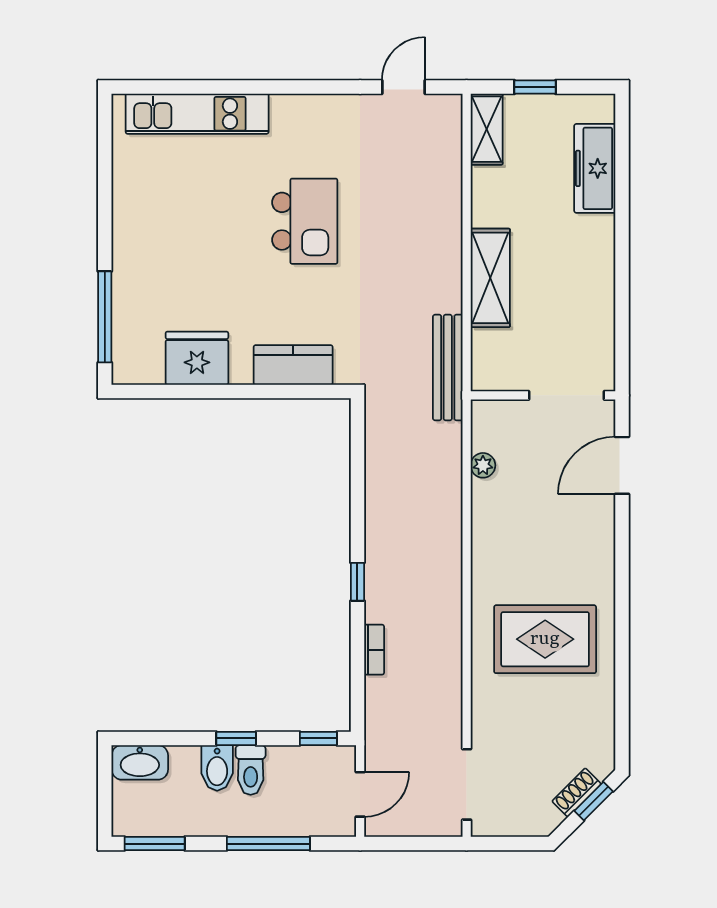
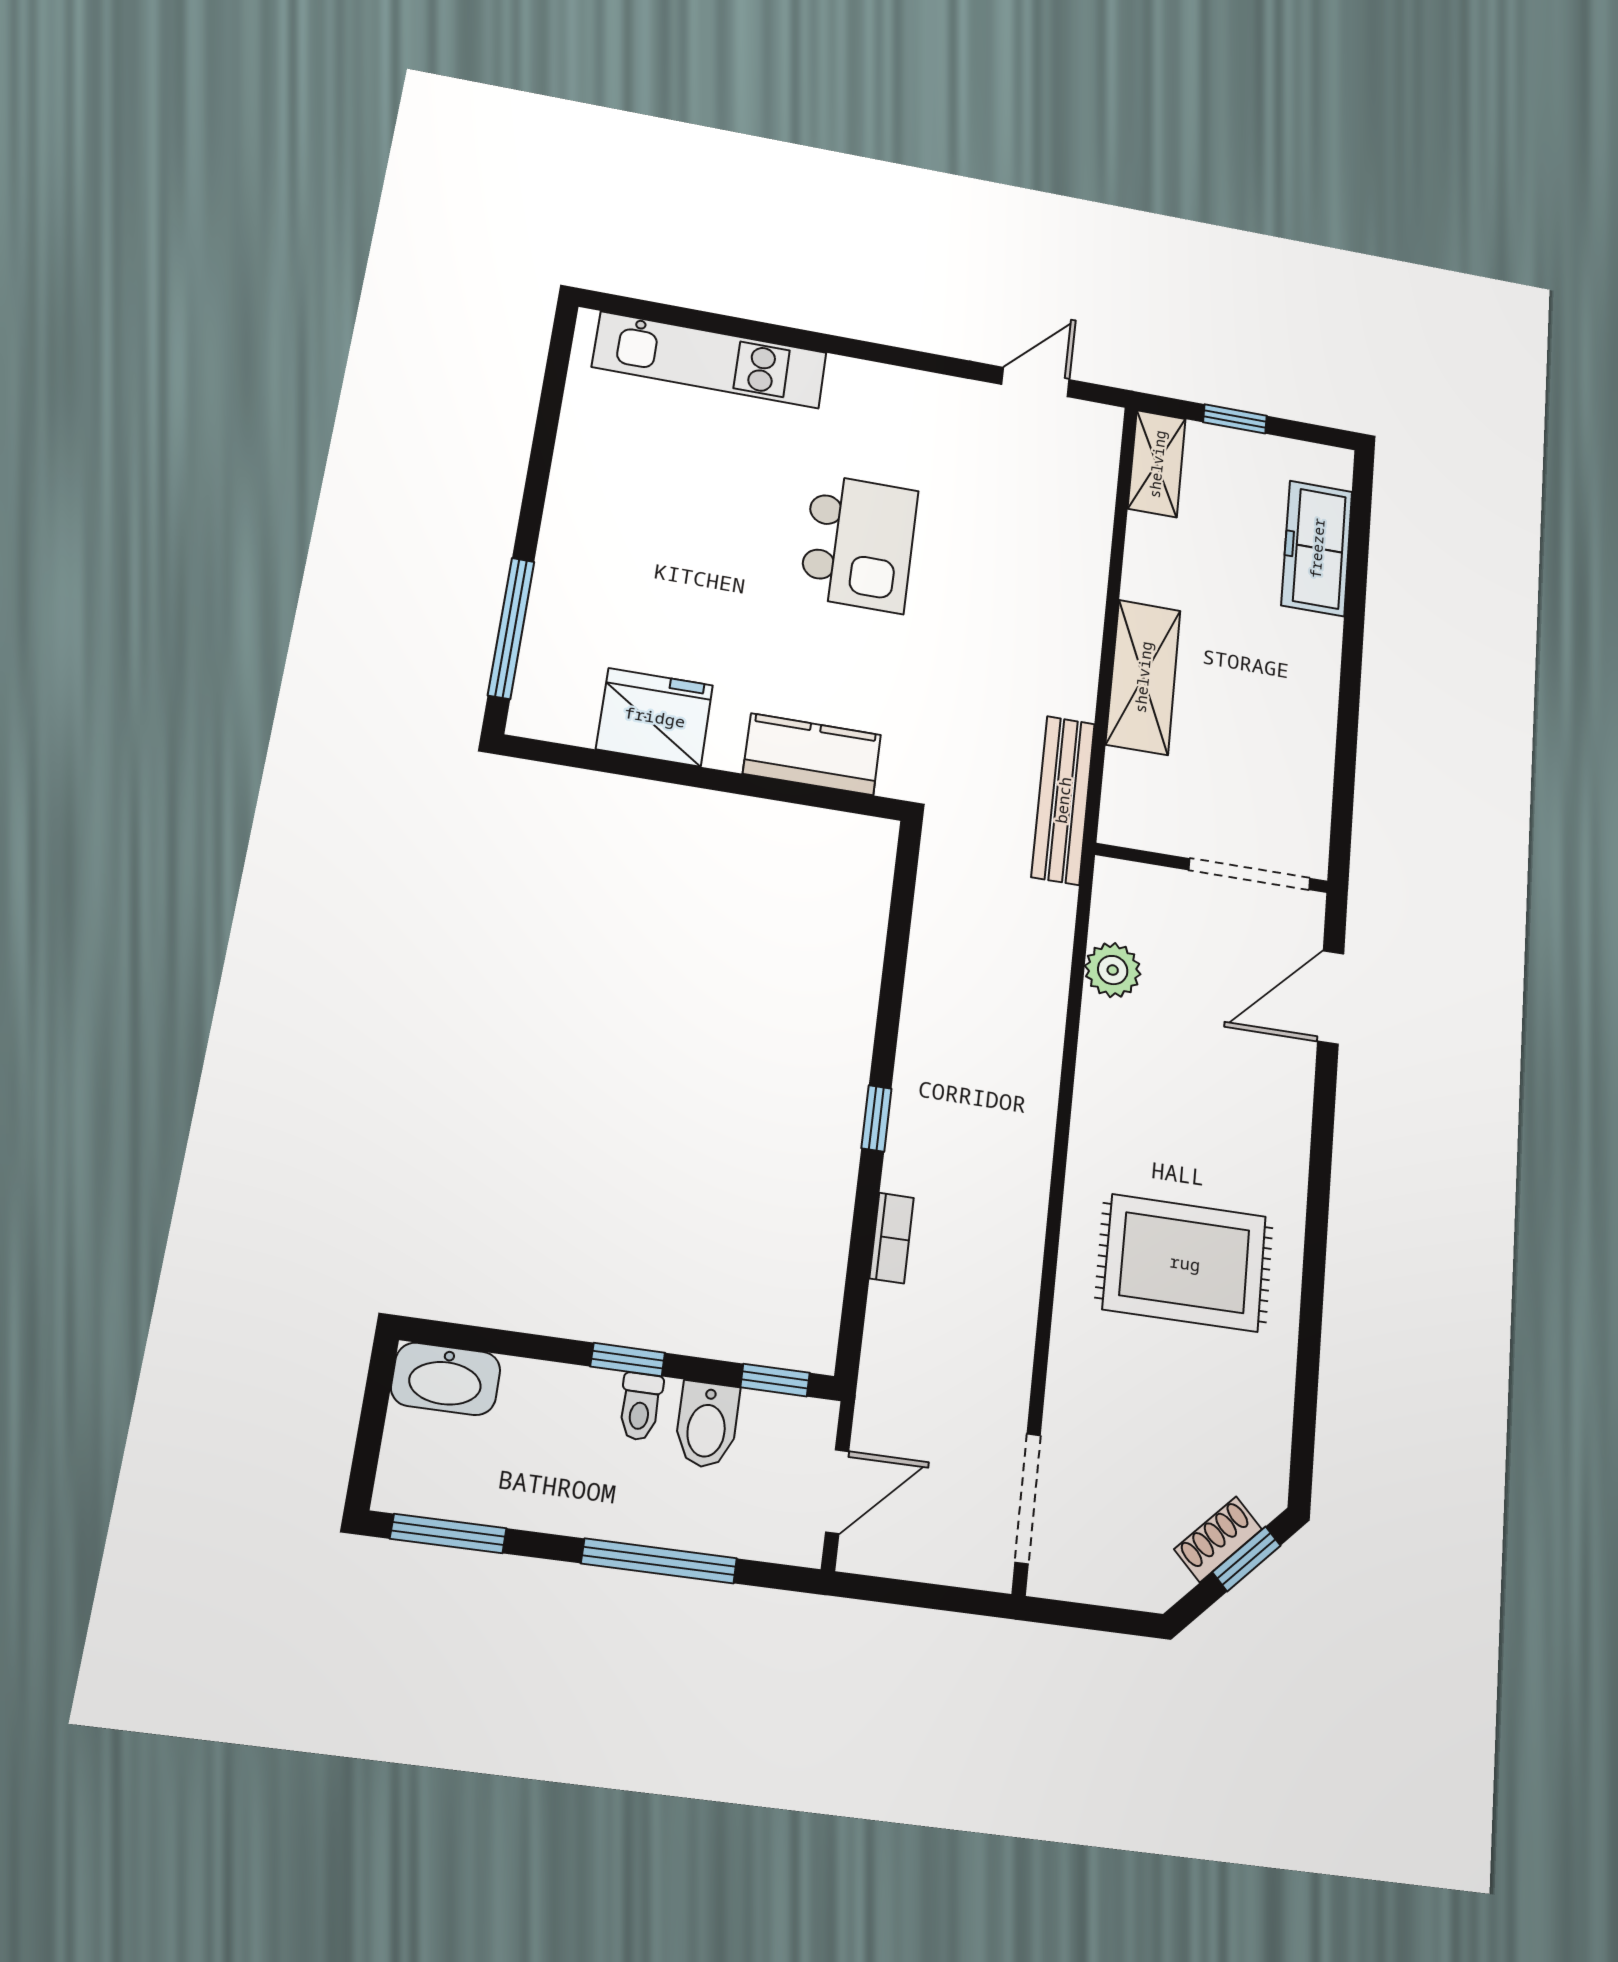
plant: (483, 465) -> (1113, 970), width x1.38, depth x1.38
bidet: (217, 768) -> (707, 1425), moved
toilet: (251, 770) -> (640, 1407), width x0.73, depth x0.72

